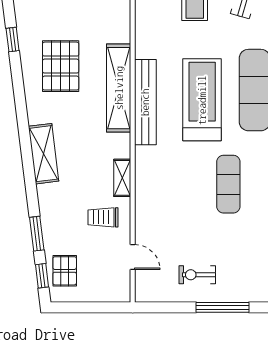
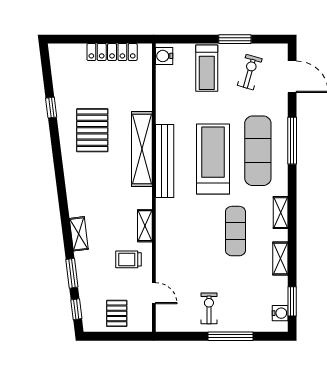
shelving: (44, 154) -> (79, 234), moved, width x0.67, depth x0.75
pallet: (65, 271) -> (117, 313), moved
exercise bike: (197, 275) -> (209, 308), turned 90

